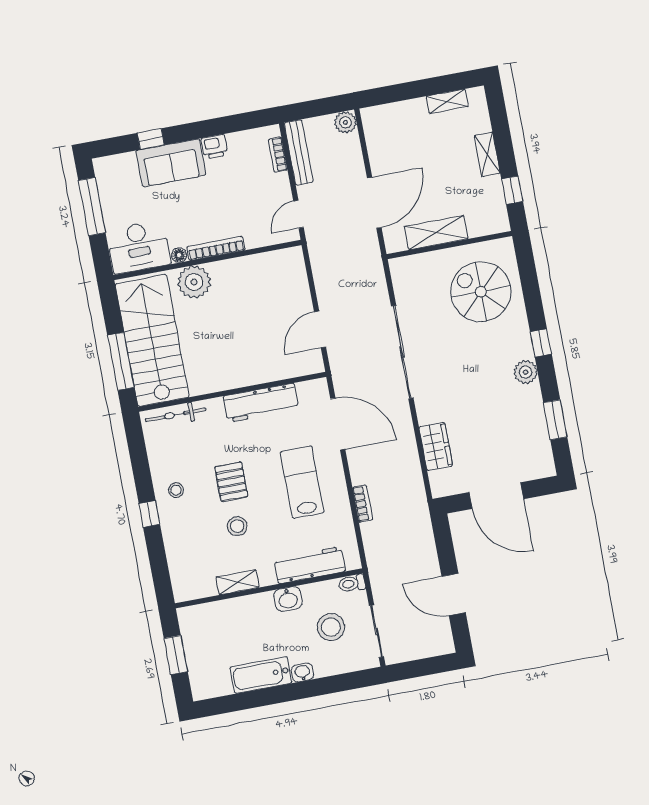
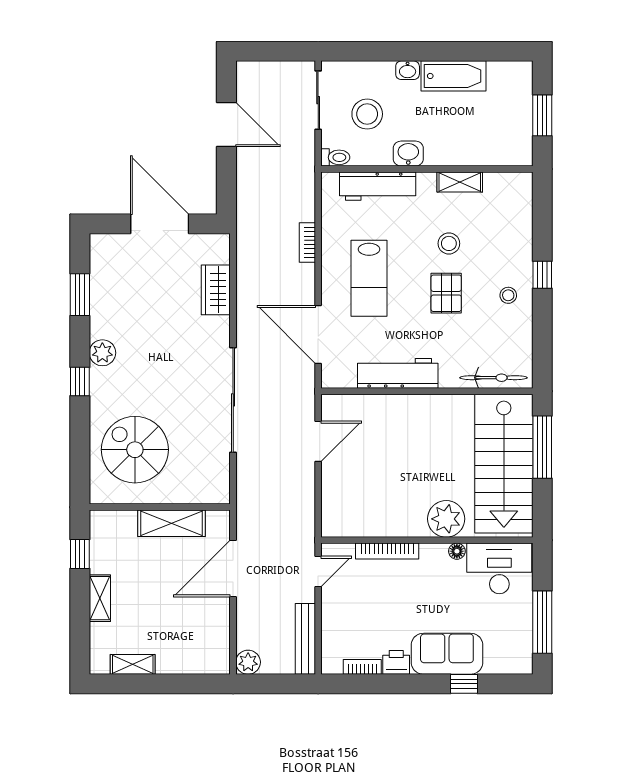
bookcase: (278, 155) -> (362, 667), moved, turned -90
bookcase: (216, 248) -> (387, 551), moved
spiral stairs: (481, 292) -> (135, 450), turned 180

